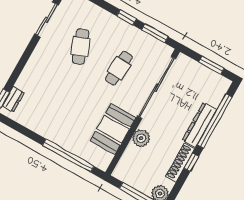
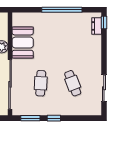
window: (68, 156) -> (62, 10), moved

